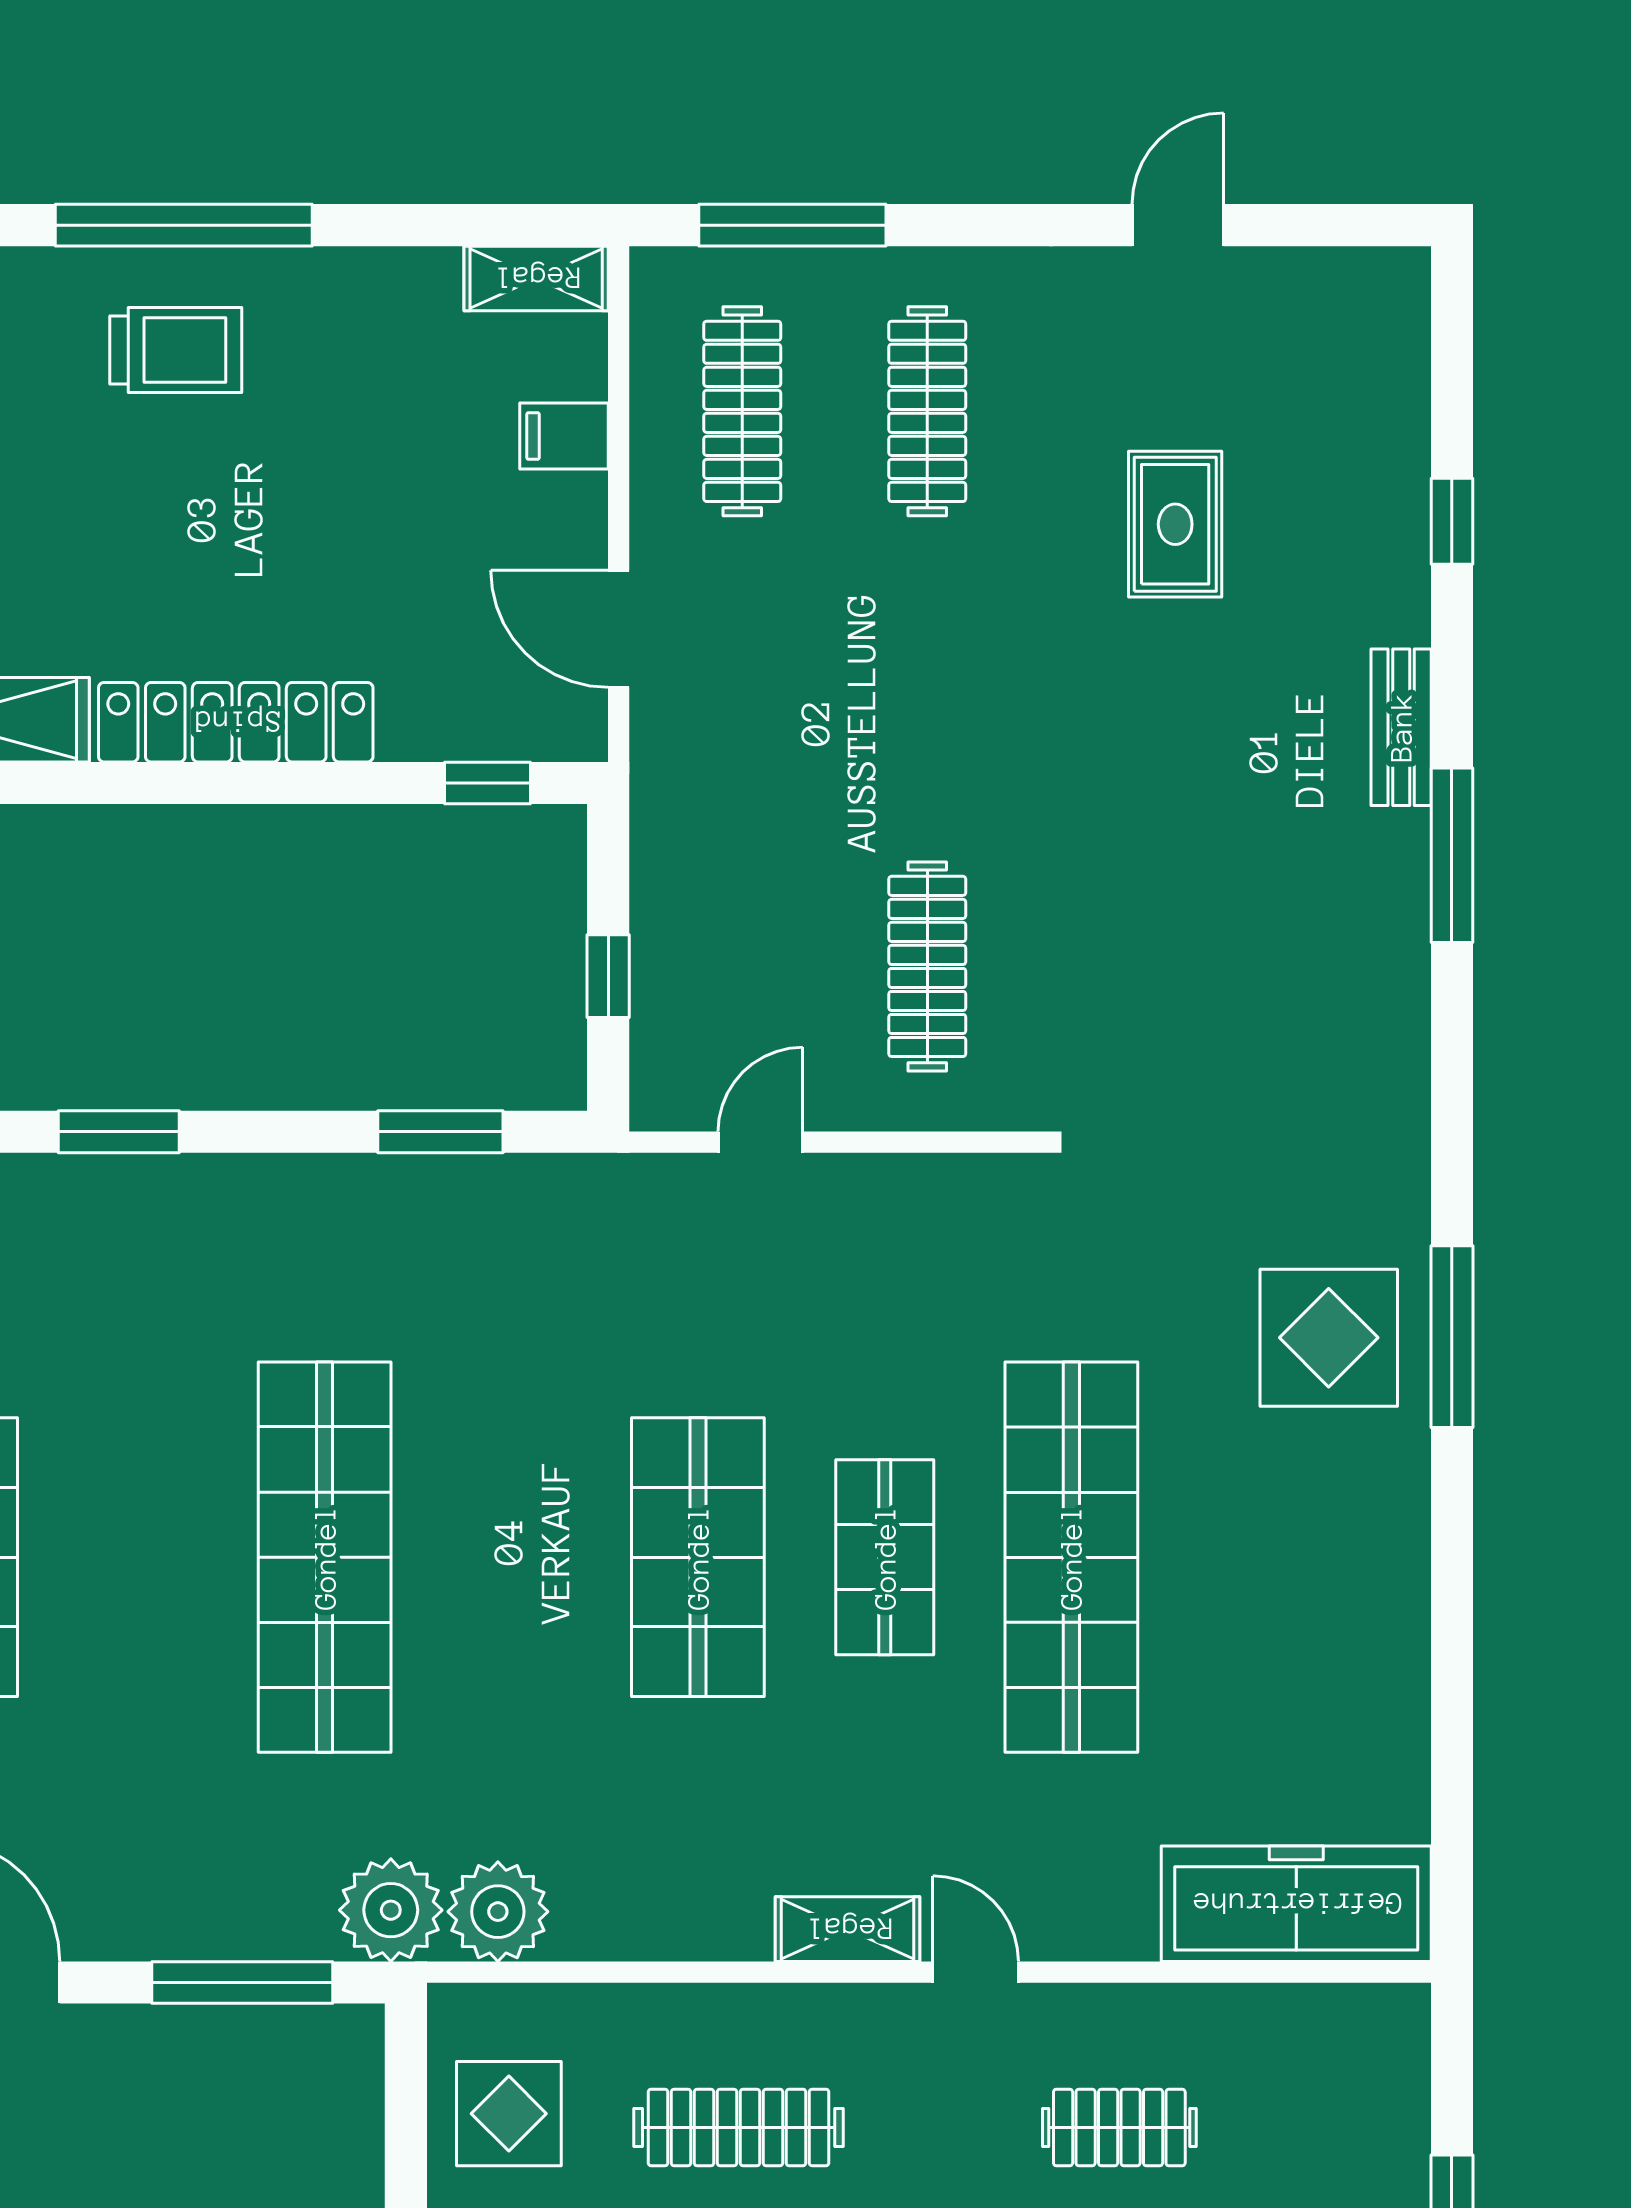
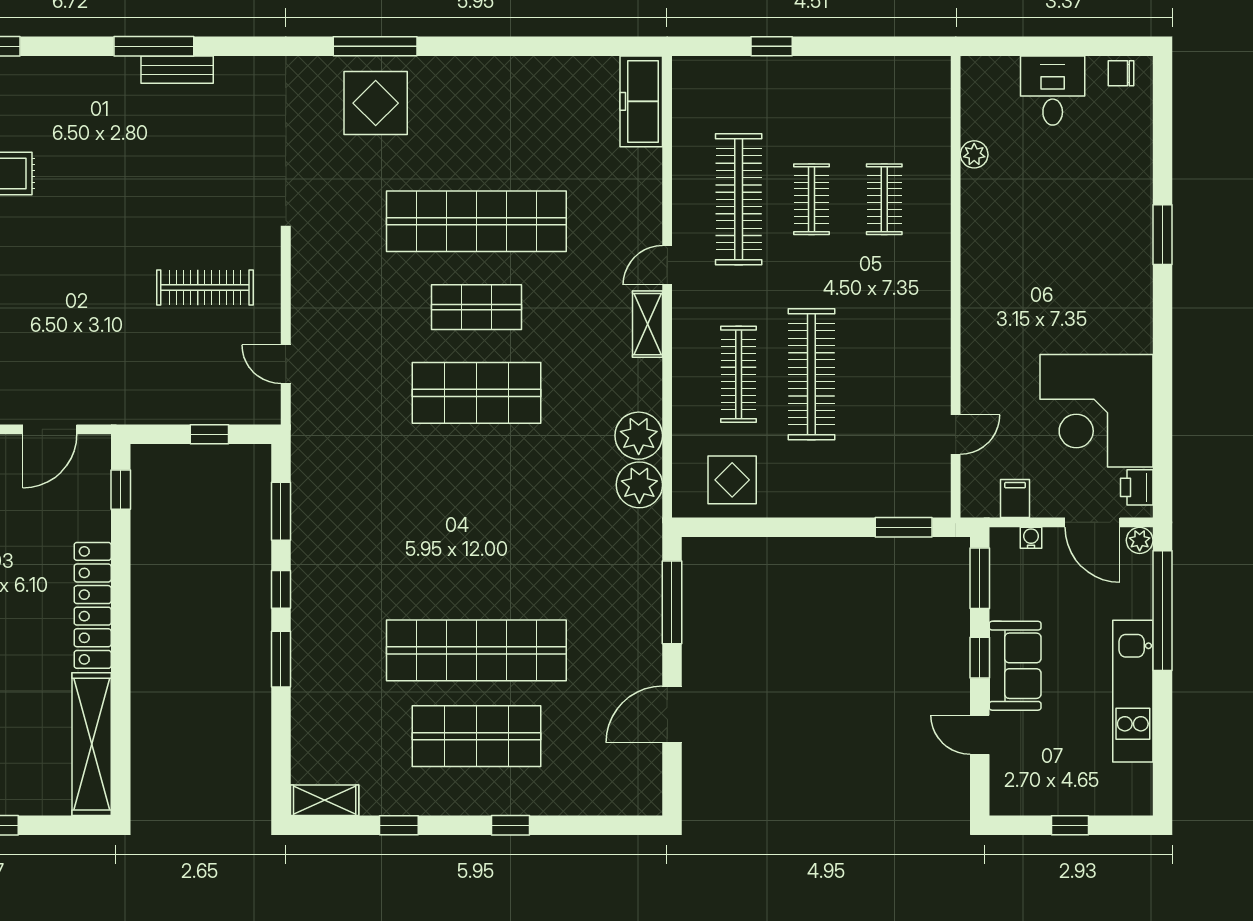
bench: (1401, 727) -> (177, 70), moved
window: (270, 1132) -> (281, 589), added
shop shelf: (325, 1557) -> (476, 650), moved
freezer: (1296, 1904) -> (641, 101), width x0.73, depth x0.79
plant: (391, 1910) -> (639, 436), moved
clothes rail: (1119, 2127) -> (739, 199), width x1.86, depth x1.31

